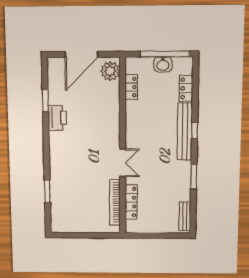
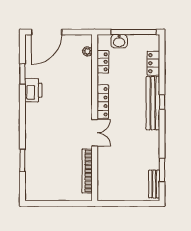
door: (81, 54) -> (47, 32), moved
washbasin: (163, 64) -> (119, 41), moved
plant: (110, 71) -> (87, 51), width x0.53, depth x0.53
window: (194, 177) -> (162, 170), moved
locker: (131, 202) -> (103, 102), moved

